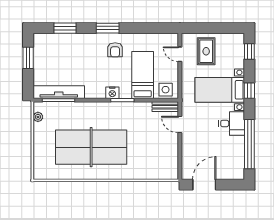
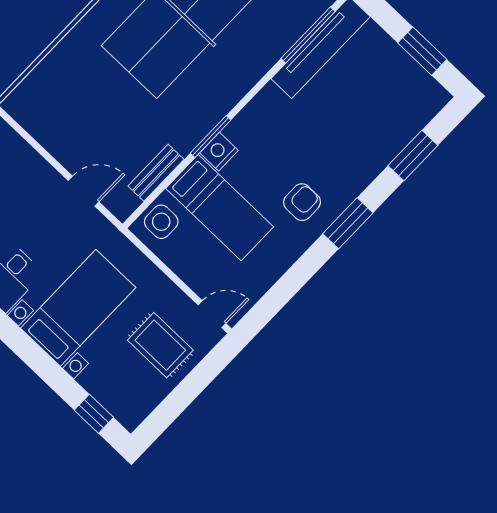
armchair: (115, 50) -> (302, 202), turned 90
door: (180, 54) -> (212, 314), moved
window: (249, 91) -> (31, 354), removed
nightstand: (112, 93) -> (219, 152), moved
bench: (165, 107) -> (156, 173), moved

